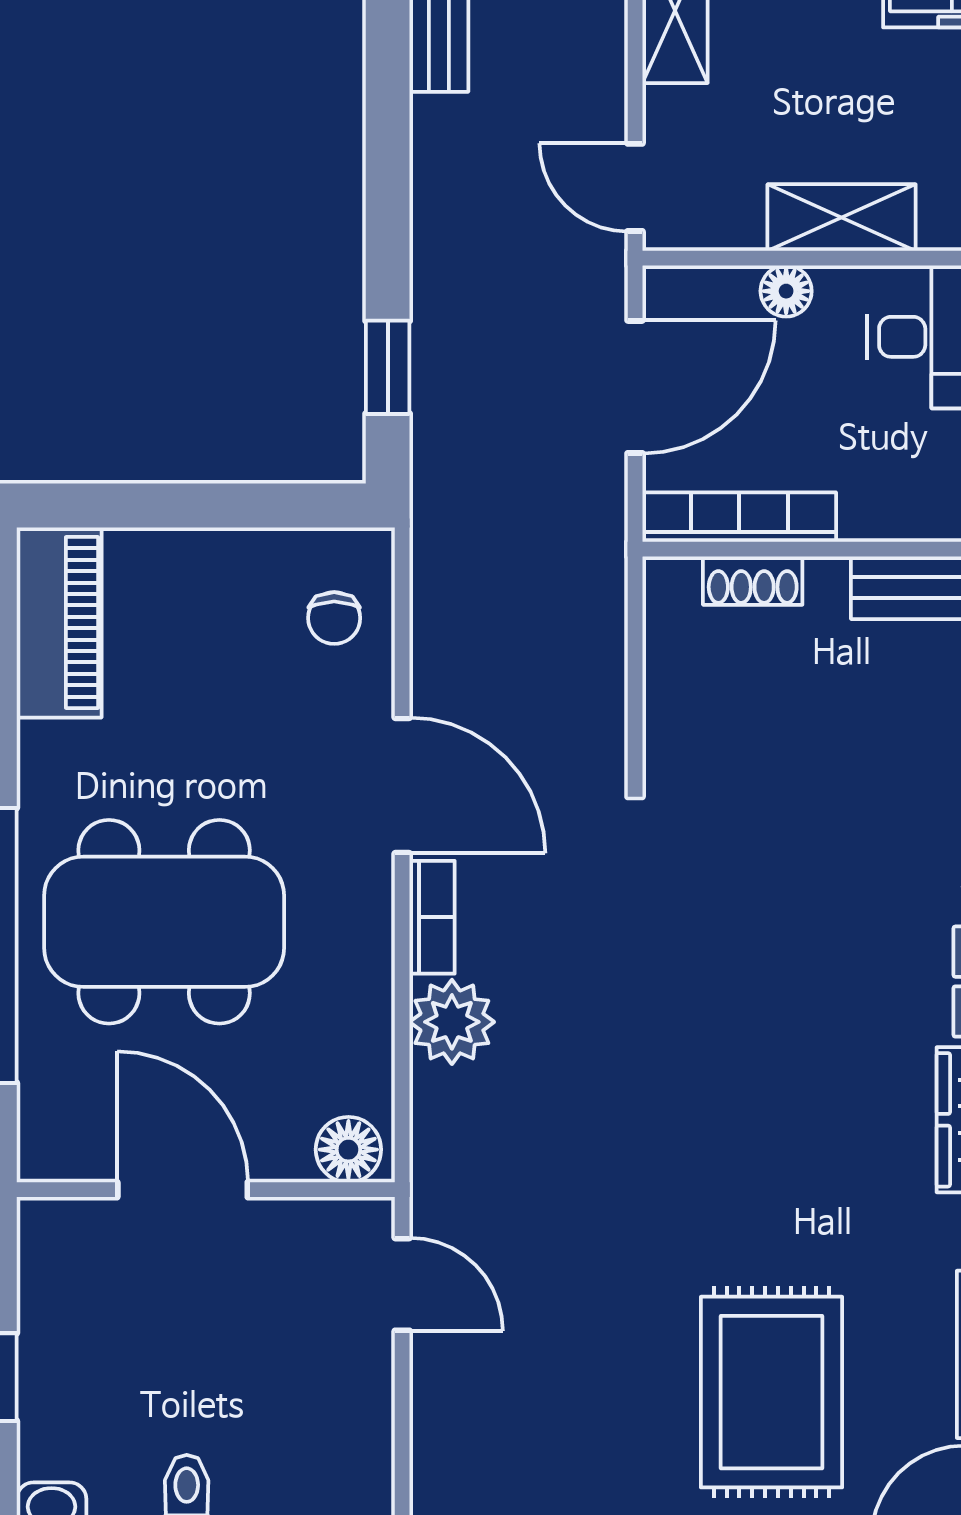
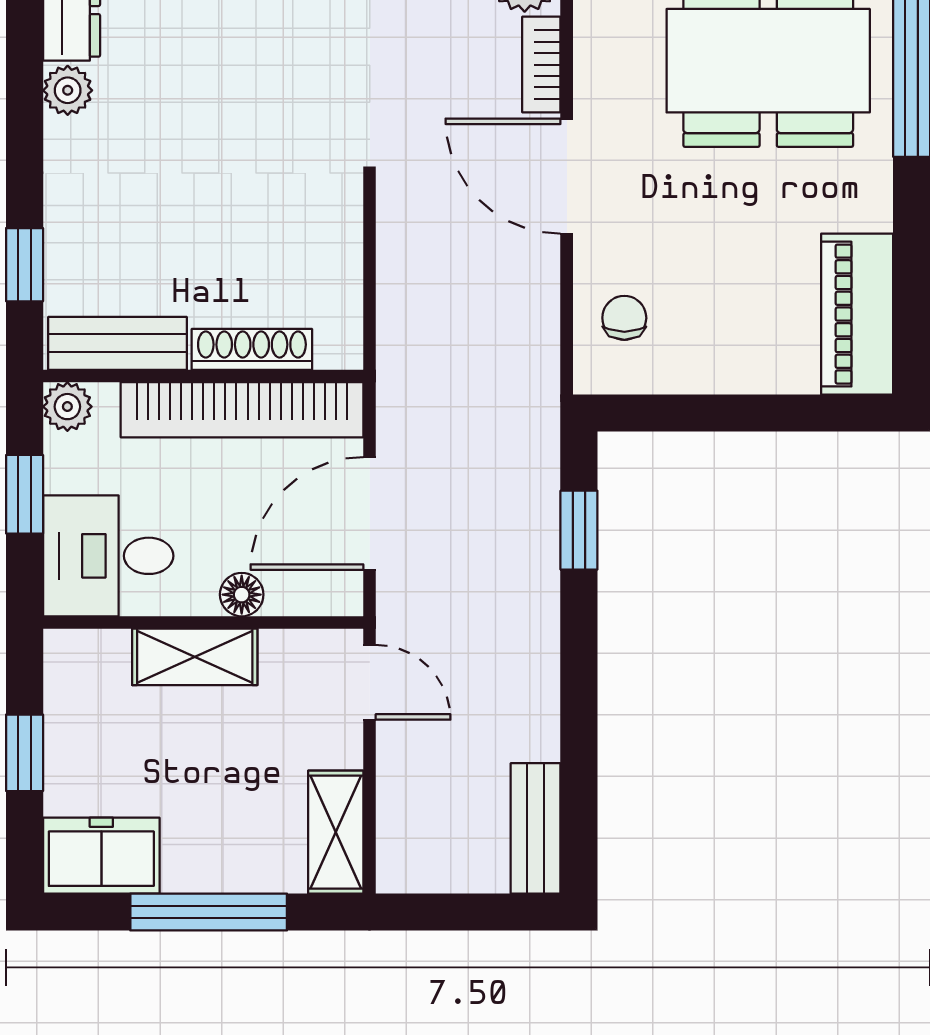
bookcase: (739, 517) -> (242, 410), width x1.48, depth x1.31
shoe rack: (753, 581) -> (252, 349), width x1.43

